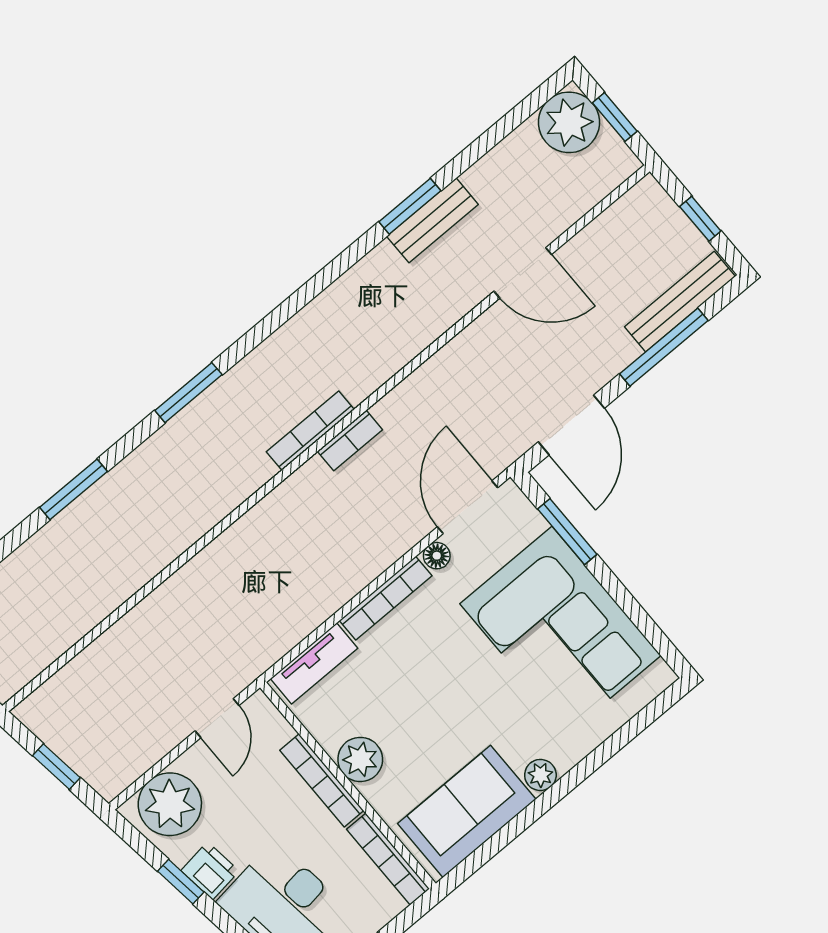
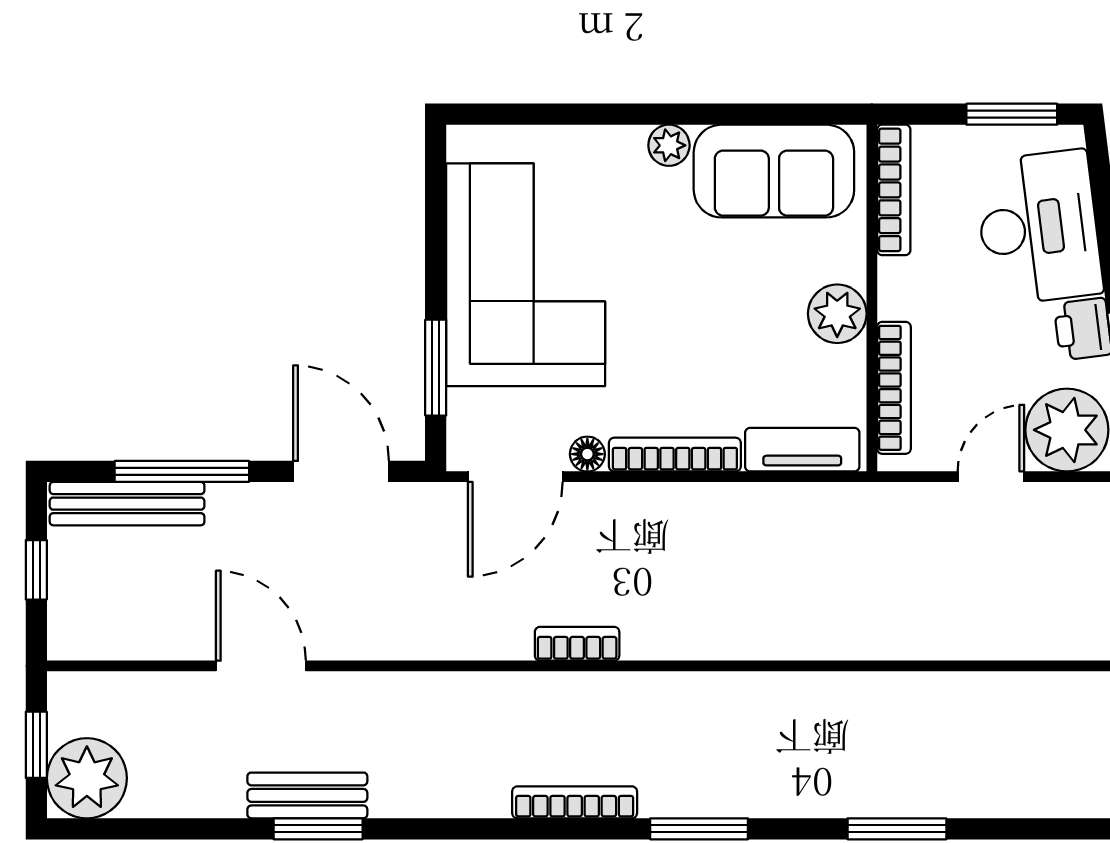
door: (571, 425) -> (341, 471), hinge flipped
bookcase: (310, 431) -> (575, 802), moved, turned 180
door: (217, 718) -> (991, 477), moved
bookcase: (322, 781) -> (894, 388), moved

